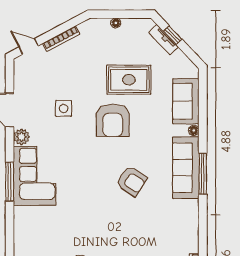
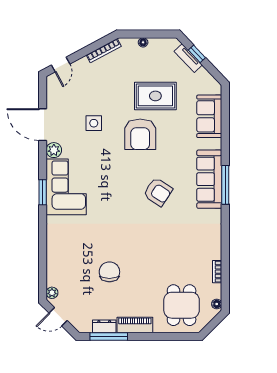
bookcase: (61, 39) -> (104, 51), moved
door: (29, 46) -> (61, 65), swing flipped
floor lamp: (194, 130) -> (217, 144), removed
window: (10, 182) -> (43, 192), width x0.69

